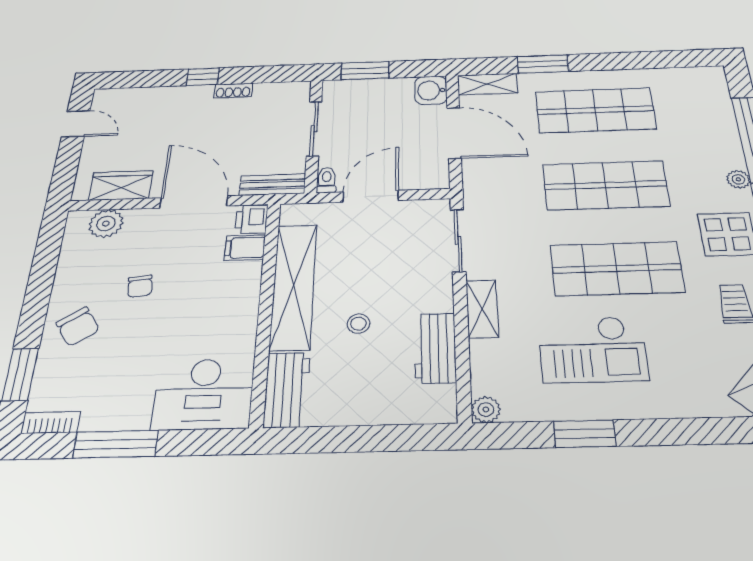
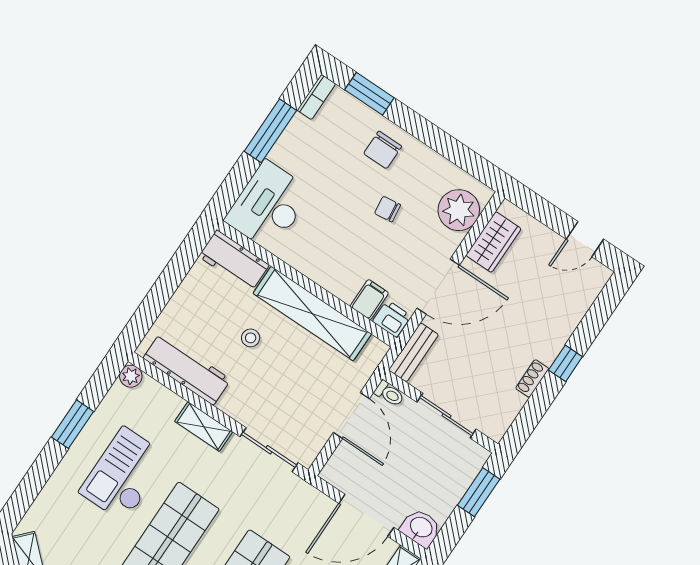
plant: (106, 224) -> (459, 210), width x1.36, depth x1.36
chair: (78, 327) -> (383, 150), turned -57
workbench: (435, 348) -> (187, 369), width x1.38

